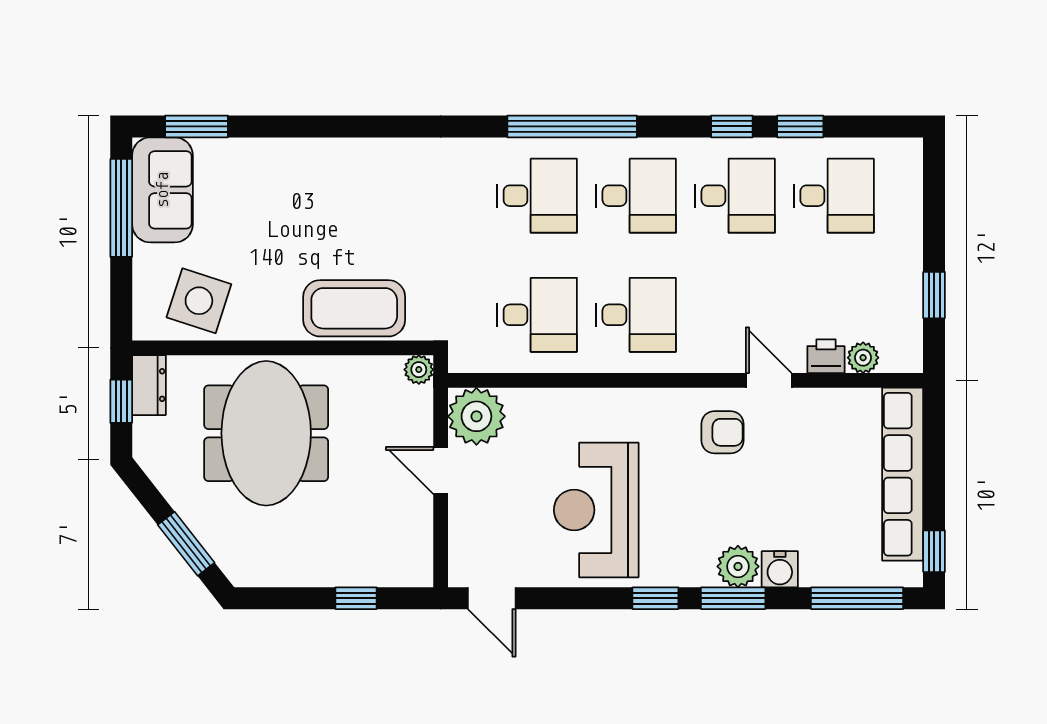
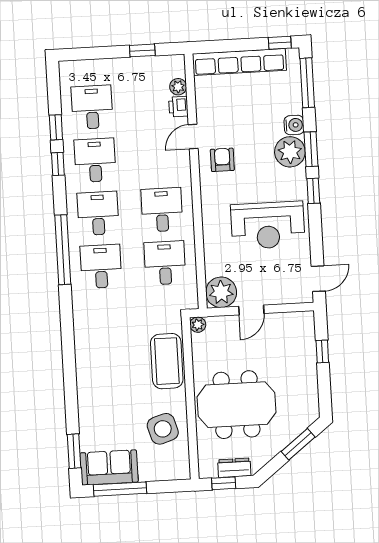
side table: (199, 301) -> (163, 429), moved, turned -35
dresser: (149, 385) -> (234, 468), moved
plant: (738, 566) -> (290, 152), width x1.36, depth x1.36

